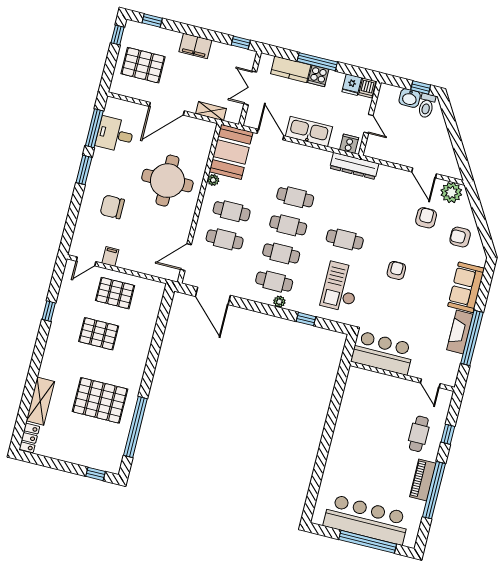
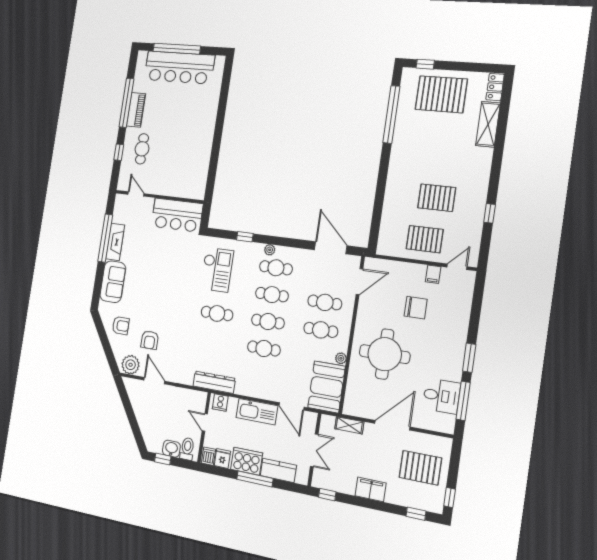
cooker: (318, 76) -> (247, 461), width x1.87, depth x1.31
toilet: (426, 106) -> (187, 449), moved
chair: (112, 207) -> (416, 308), moved
armchair: (396, 270) -> (171, 290), removed
pallet: (100, 400) -> (441, 94), moved

